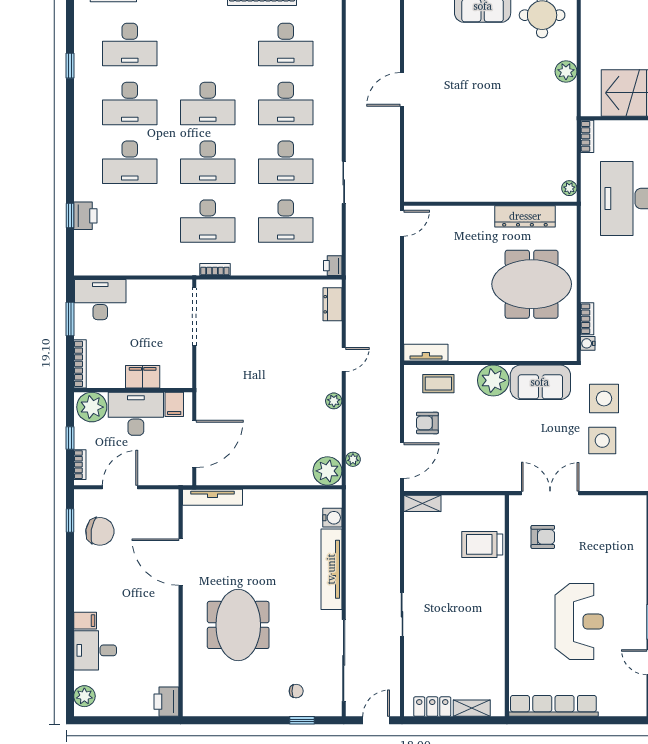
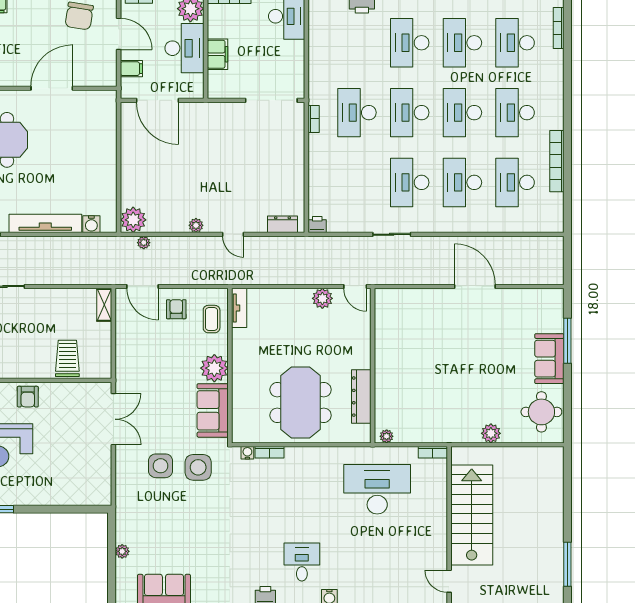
door: (402, 89) -> (475, 286), width x1.36
desk: (286, 221) -> (515, 113), moved
plant: (415, 260) -> (322, 298), added
filing cabinet: (174, 404) -> (131, 69), moved, turned 180
tv unit: (213, 497) -> (110, 117), removed
armchair: (543, 537) -> (28, 397), moved

